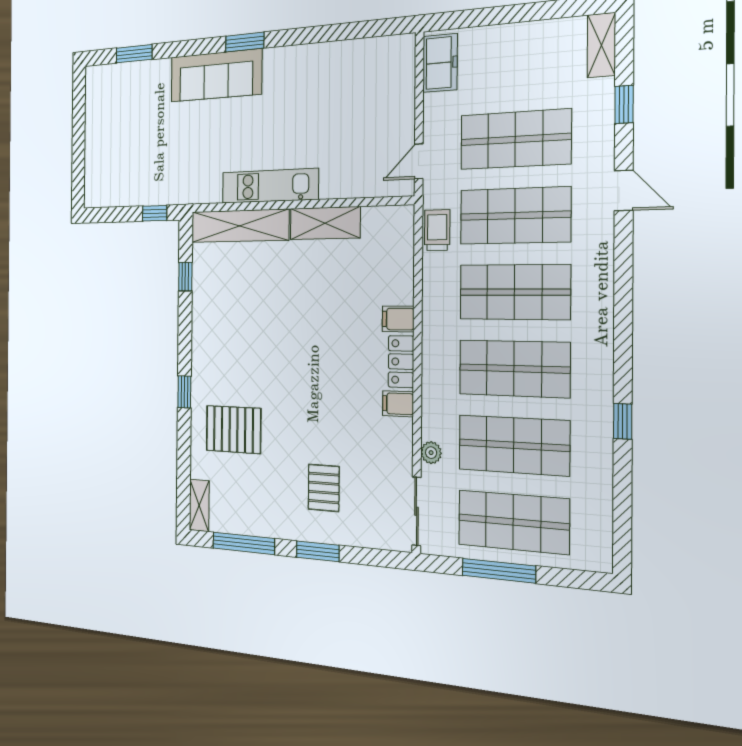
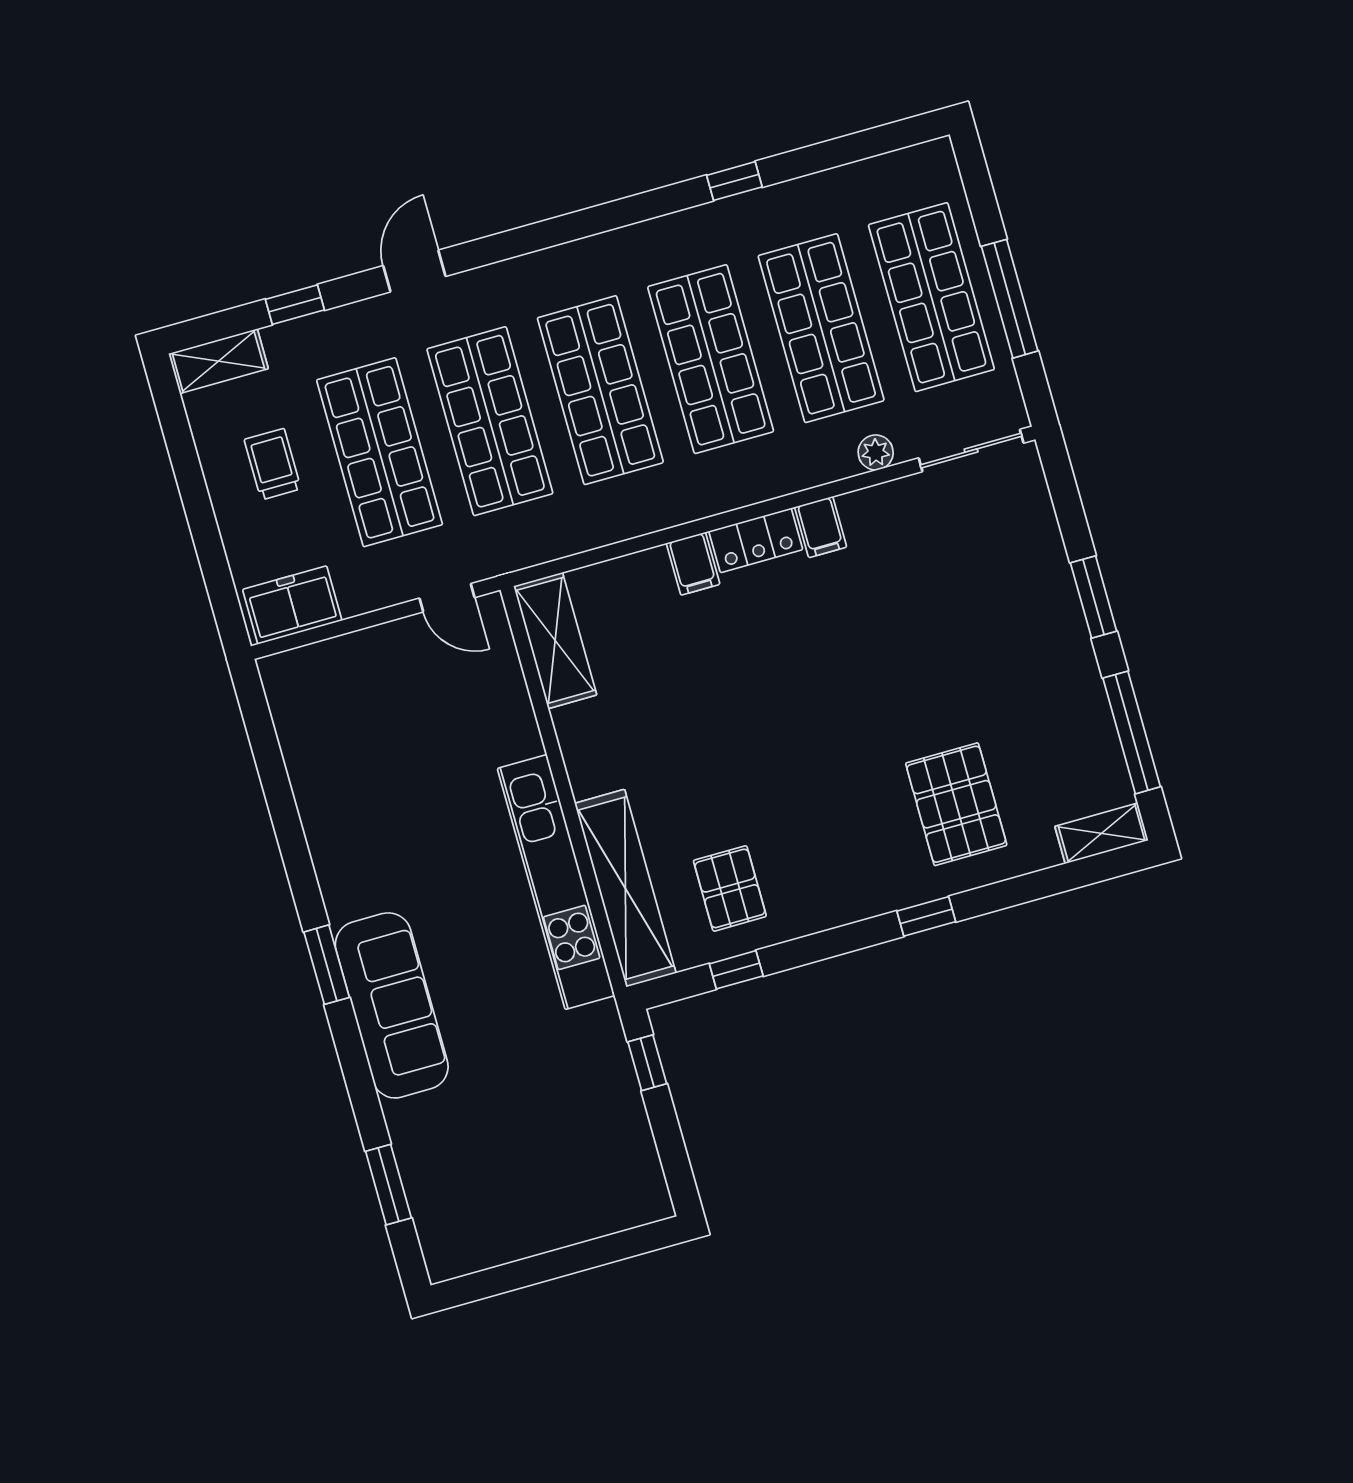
kitchen unit: (270, 186) -> (556, 882), width x1.36
shelving: (325, 223) -> (555, 640), moved
trolley: (437, 230) -> (273, 464), moved, turned 90
pallet: (324, 488) -> (730, 888), moved, turned 90

